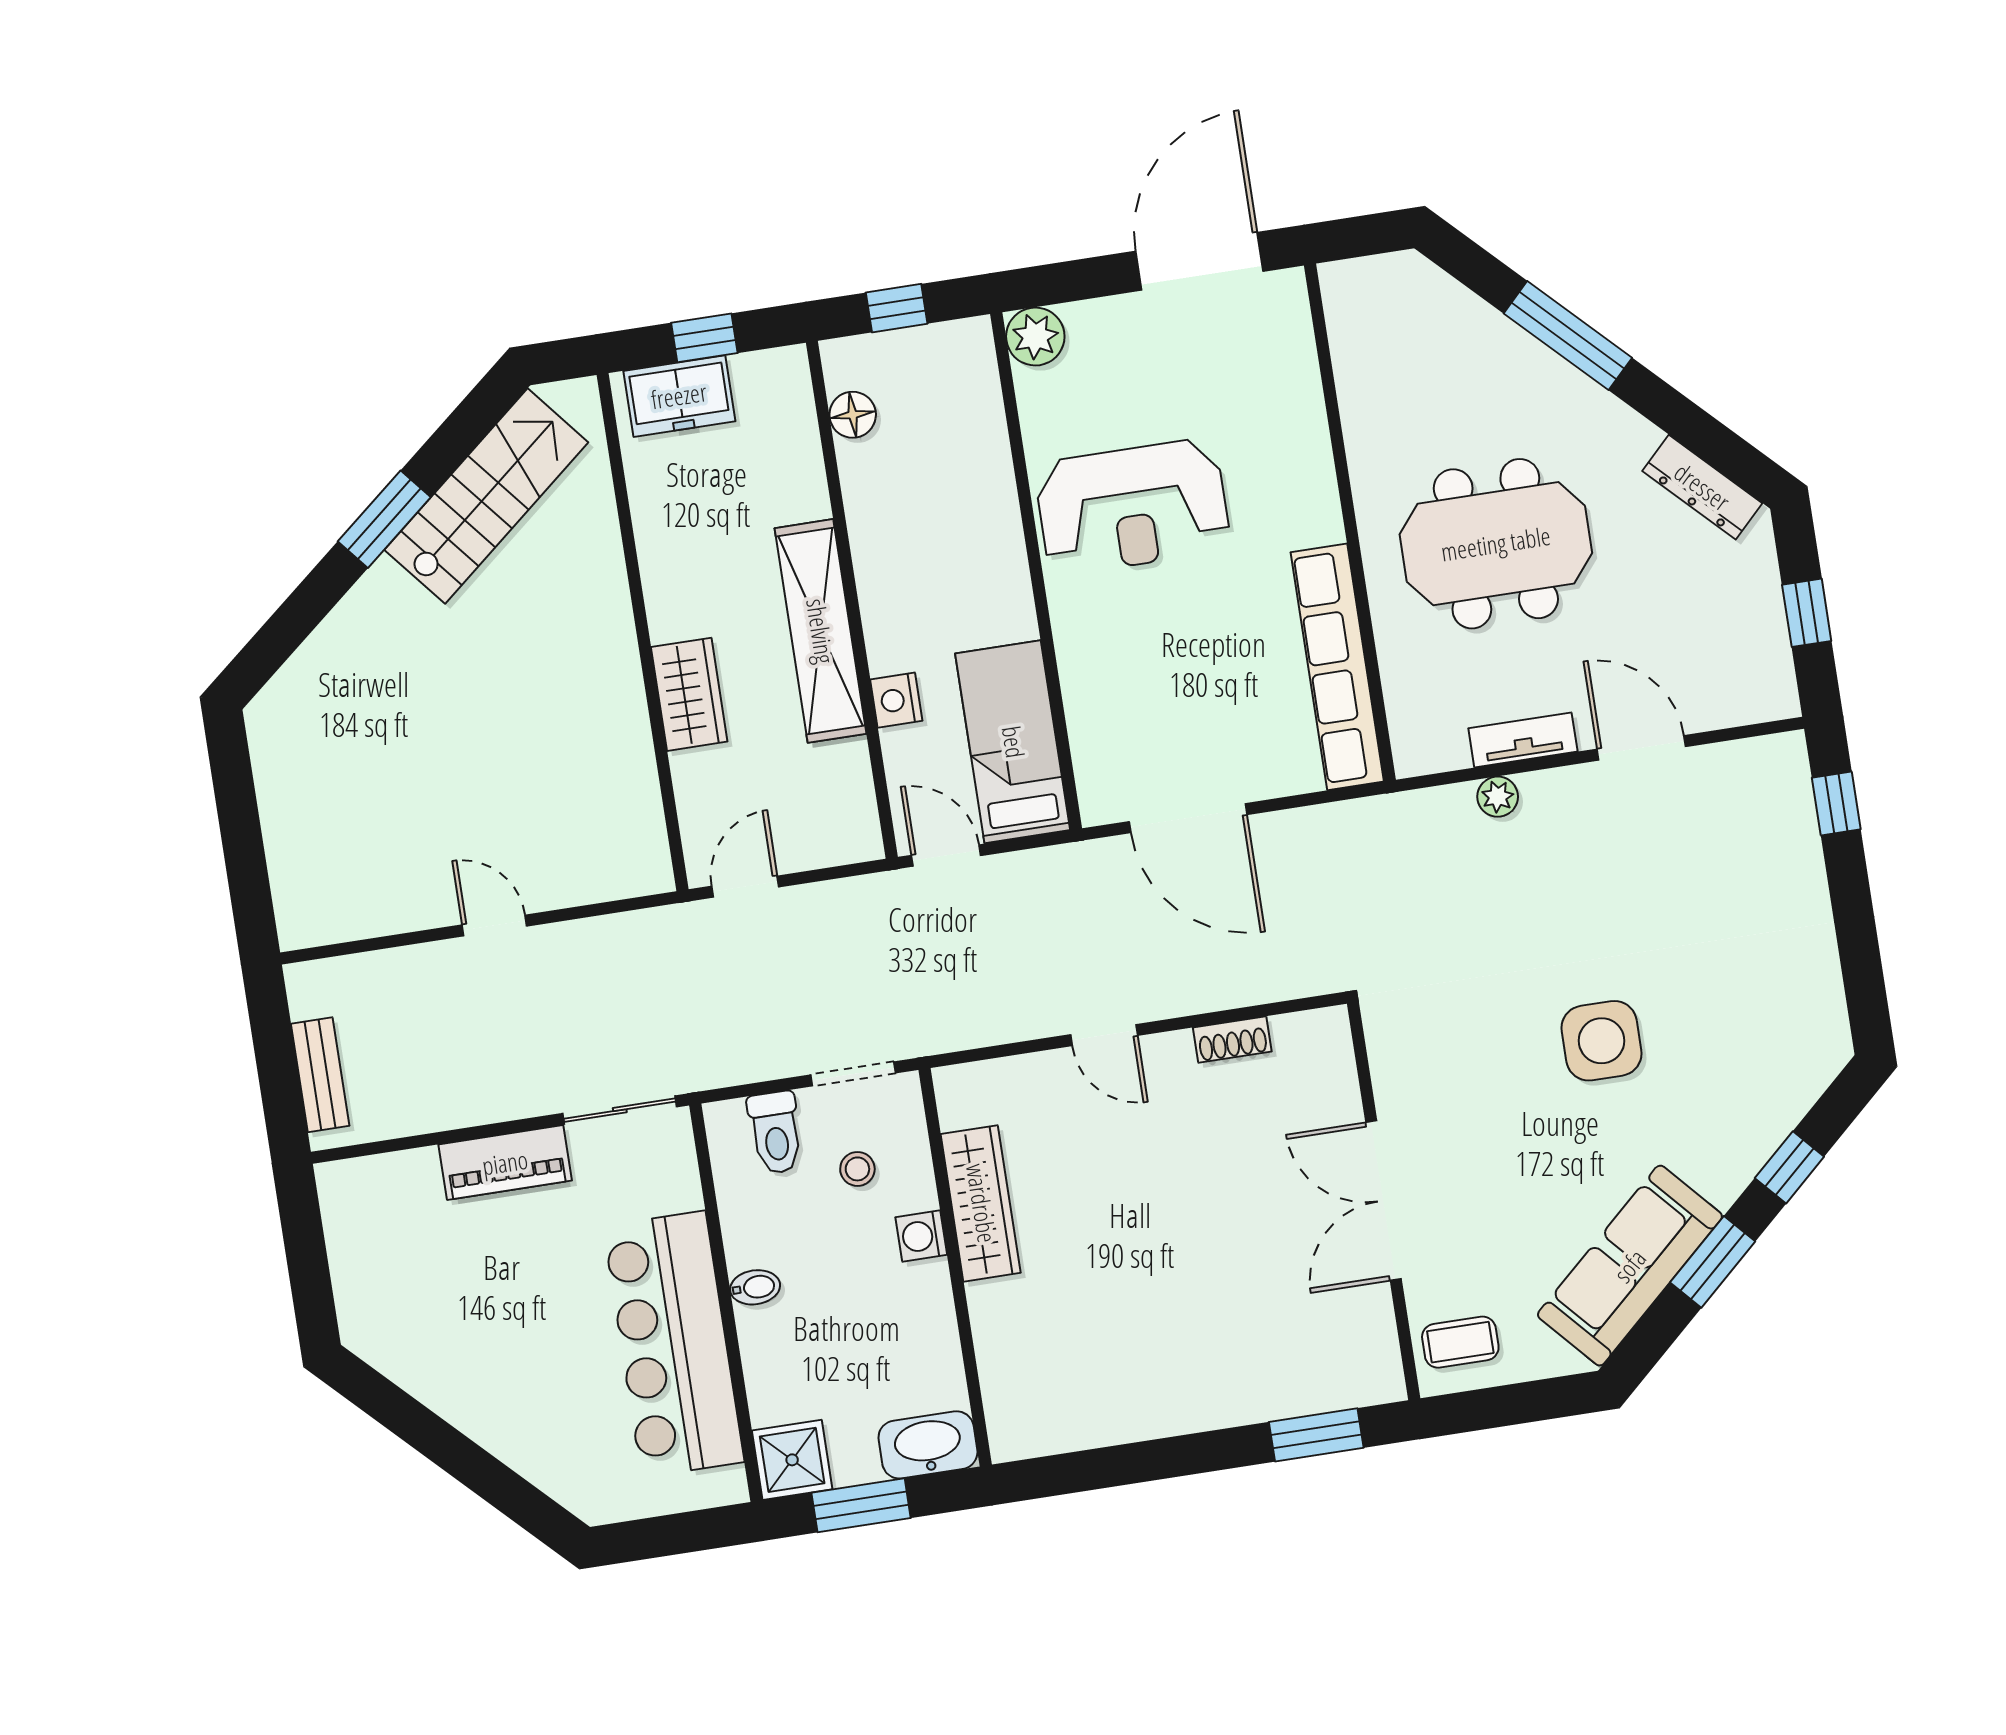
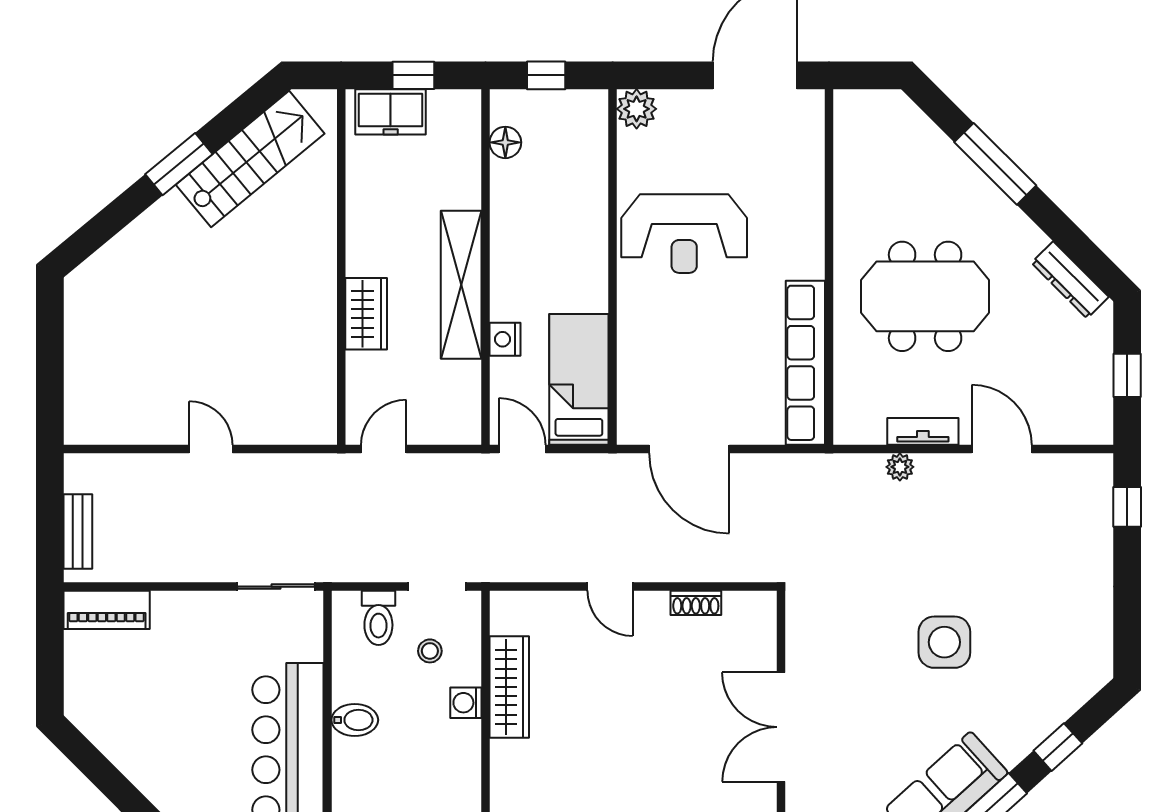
piano: (505, 1163) -> (107, 610), moved
bidet: (755, 1287) -> (355, 720), width x1.38, depth x1.36

